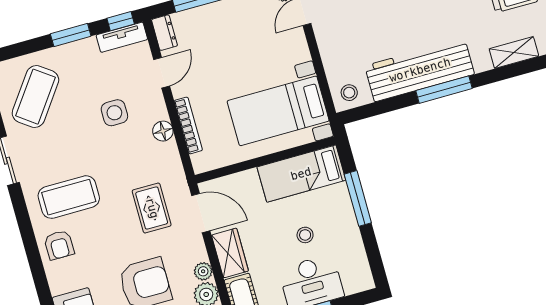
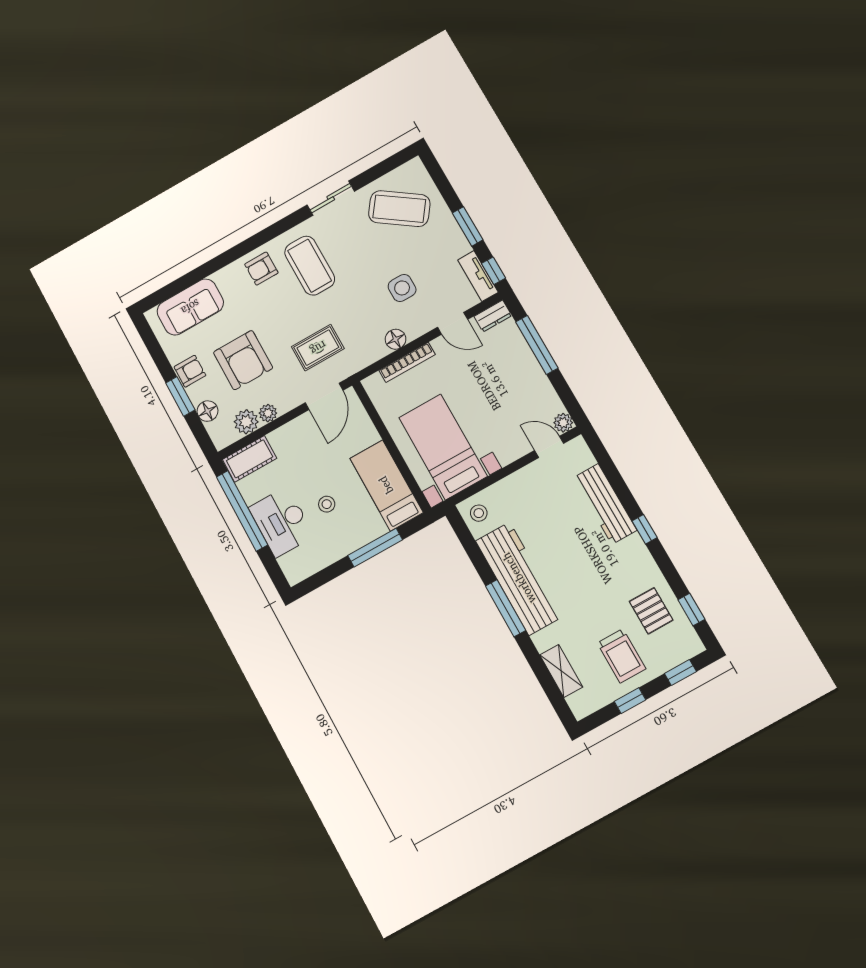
wardrobe: (230, 253) -> (292, 435), removed

